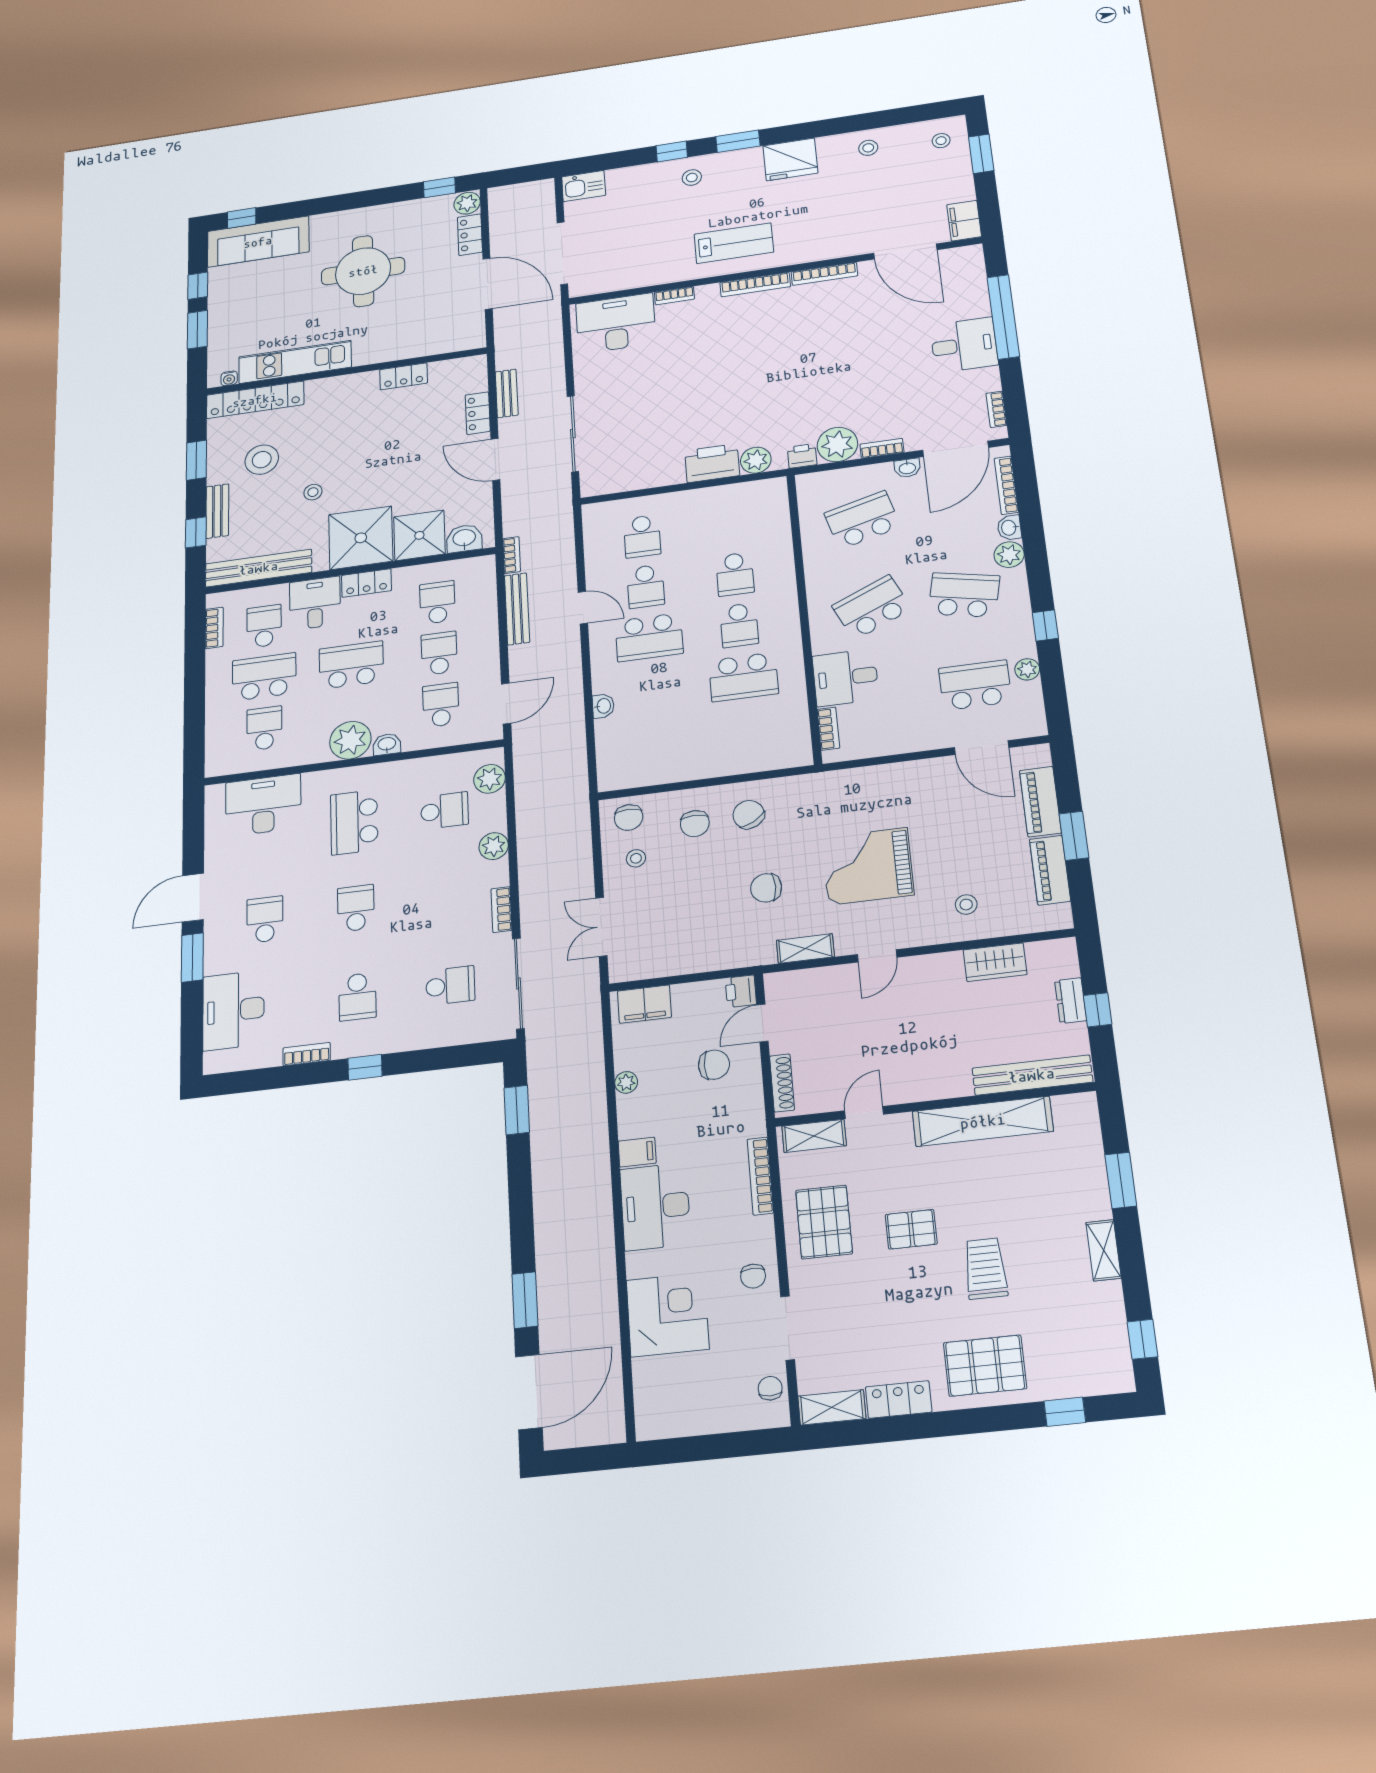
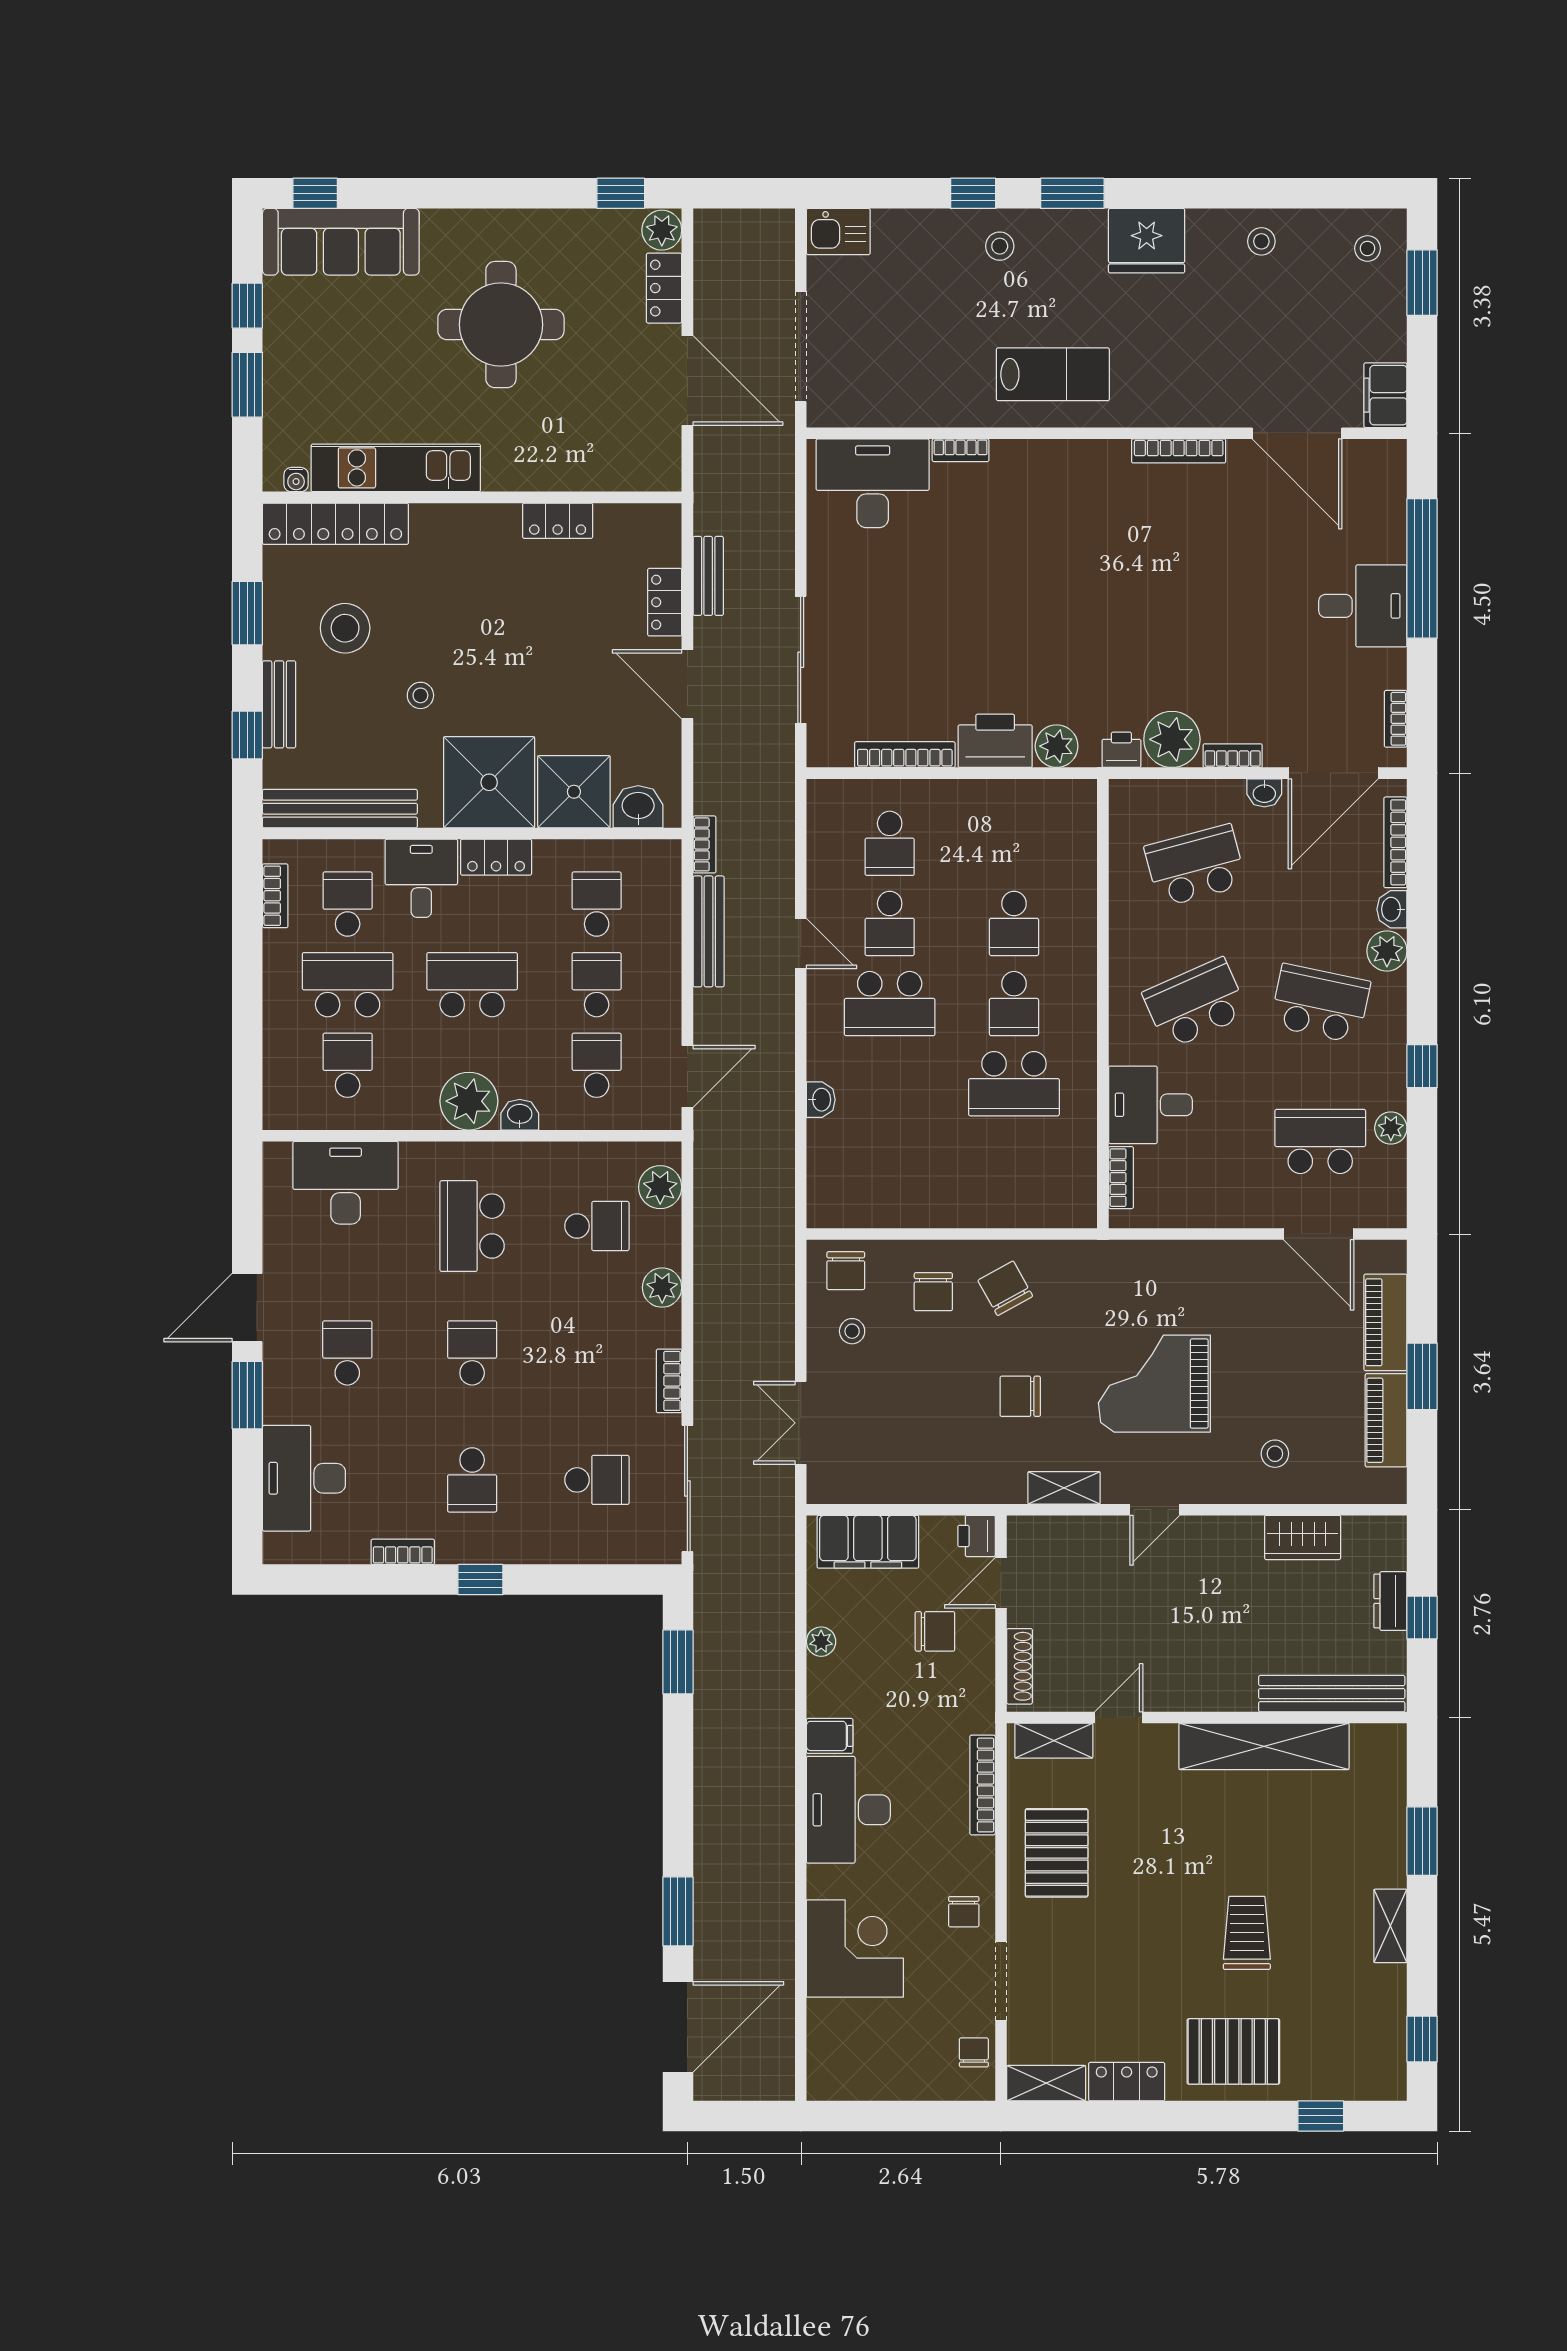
bookcase: (755, 285) -> (905, 755), moved, turned 180
filing cabinet: (644, 1004) -> (868, 1542), width x1.50, depth x1.17
pallet: (911, 1229) -> (1162, 1874), removed

